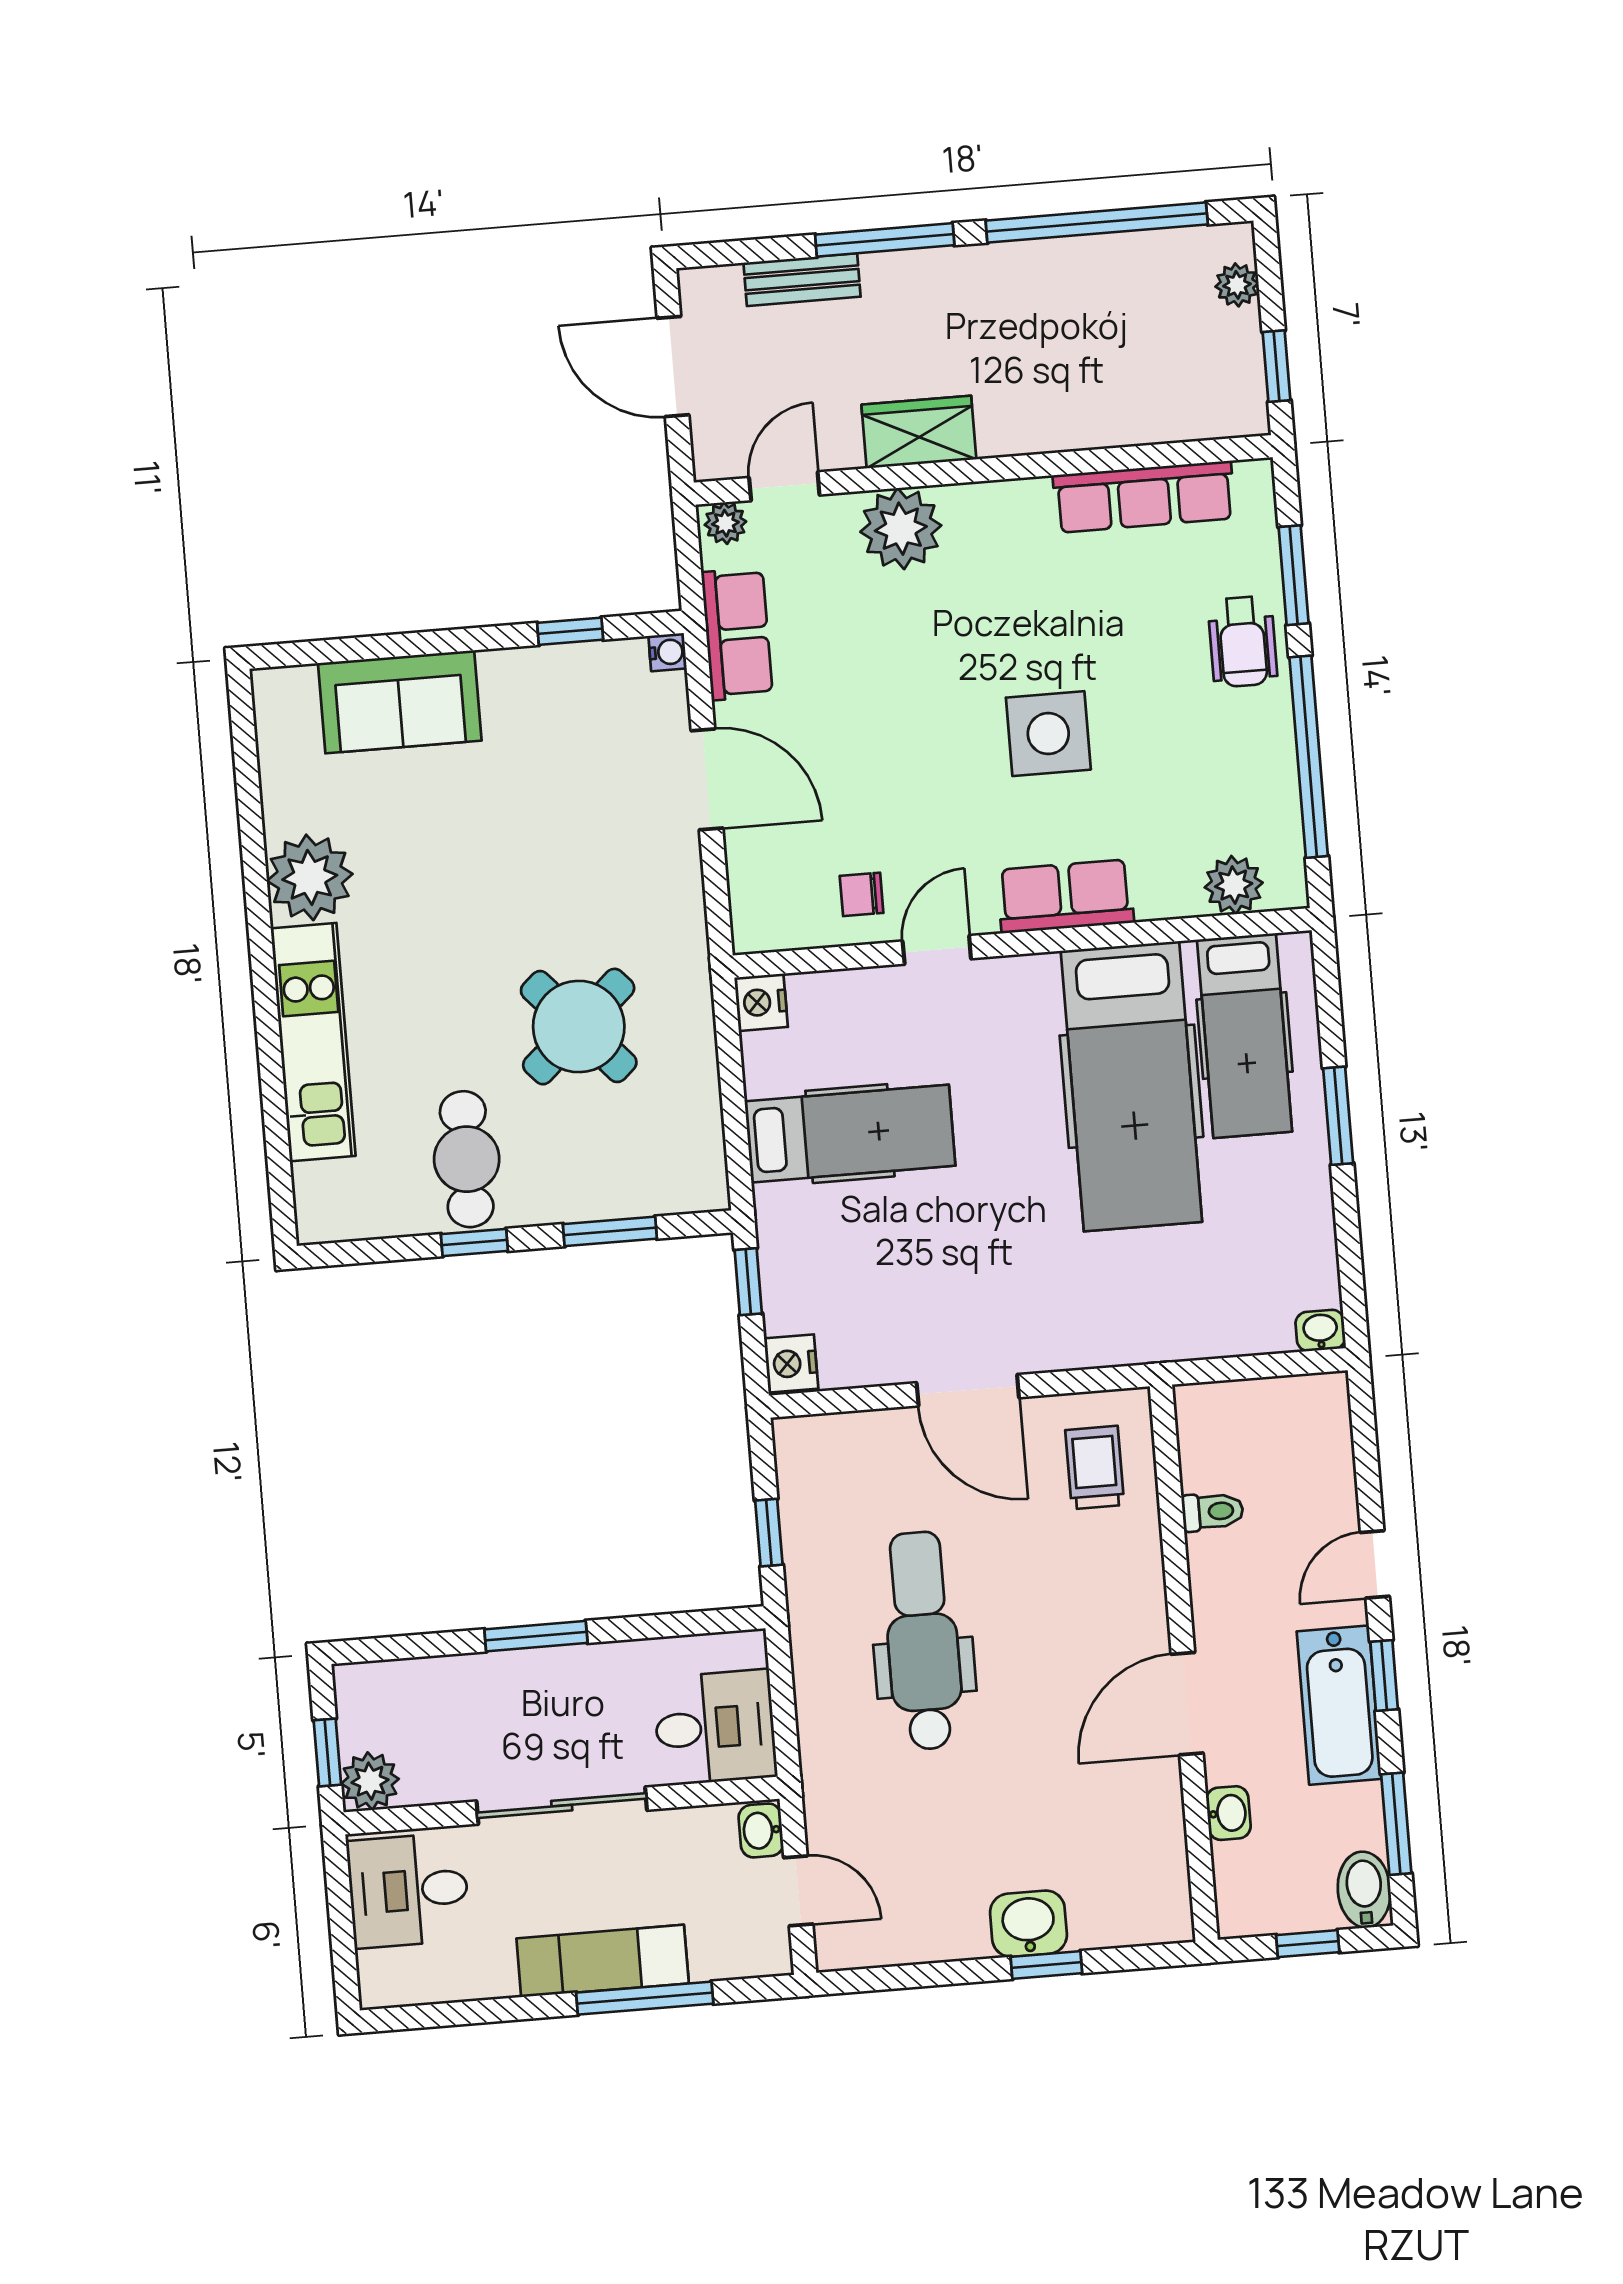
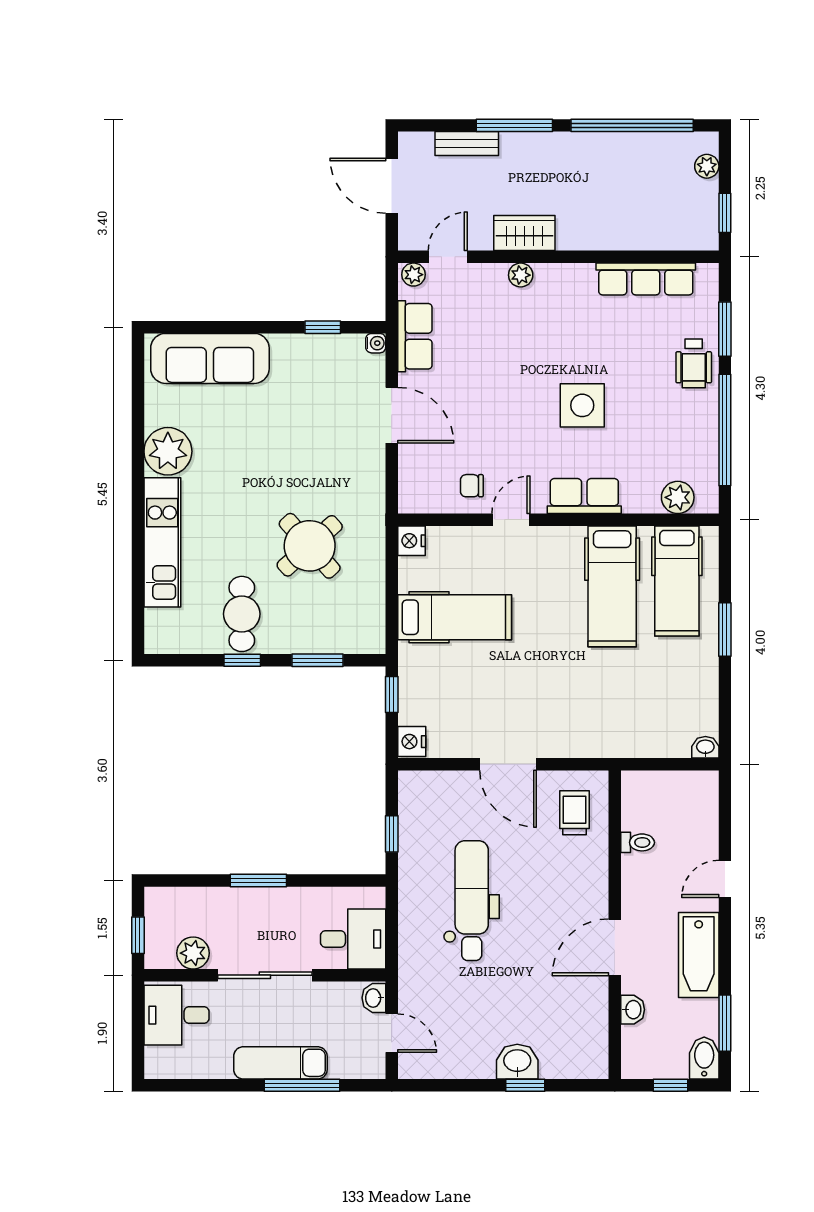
plant: (901, 529) -> (521, 275), width x0.53, depth x0.53
sofa: (400, 702) -> (210, 358), width x1.36
hospital bed: (1131, 1086) -> (612, 586), width x0.73, depth x0.78
window: (1384, 1676) -> (725, 941), removed
plant: (370, 1781) -> (193, 953), moved

